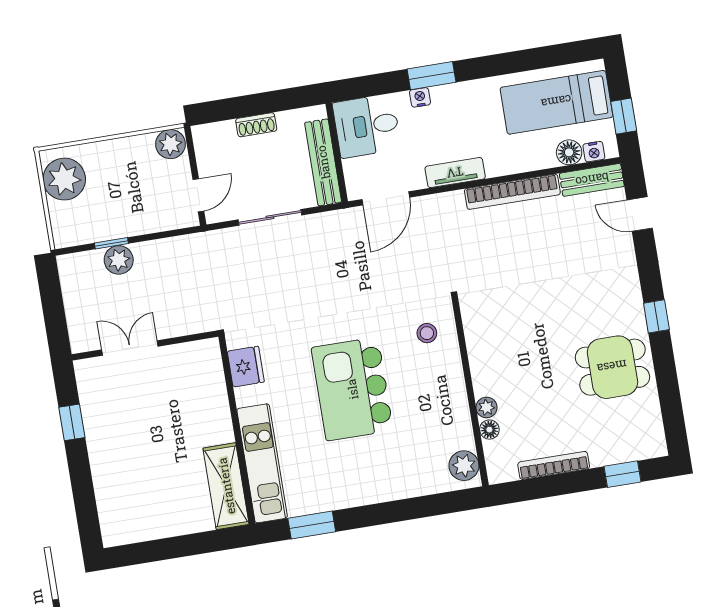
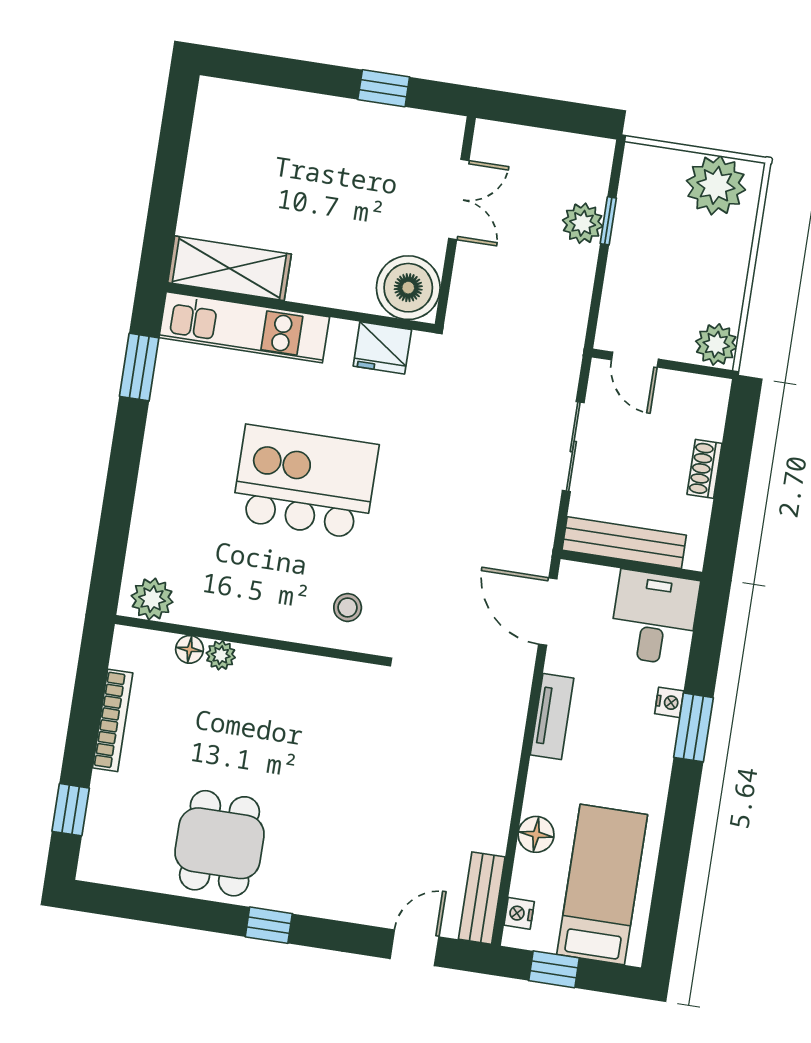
floor lamp: (569, 152) -> (536, 834), moved
bookcase: (512, 192) -> (501, 785), removed
boiler: (200, 362) -> (408, 288), added

